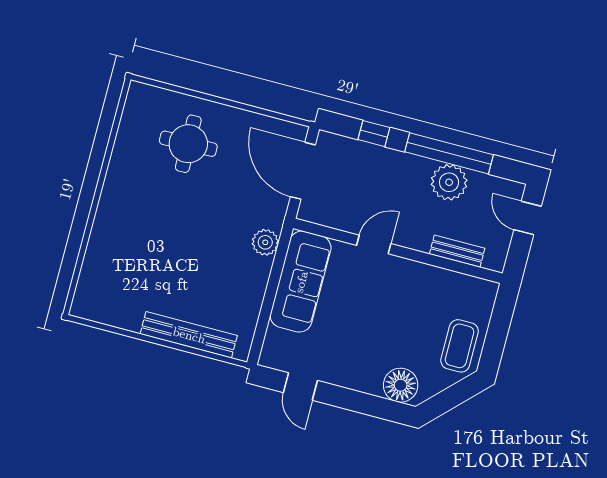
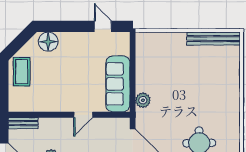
bench: (457, 251) -> (23, 123), moved
bench: (189, 335) -> (214, 39), moved

